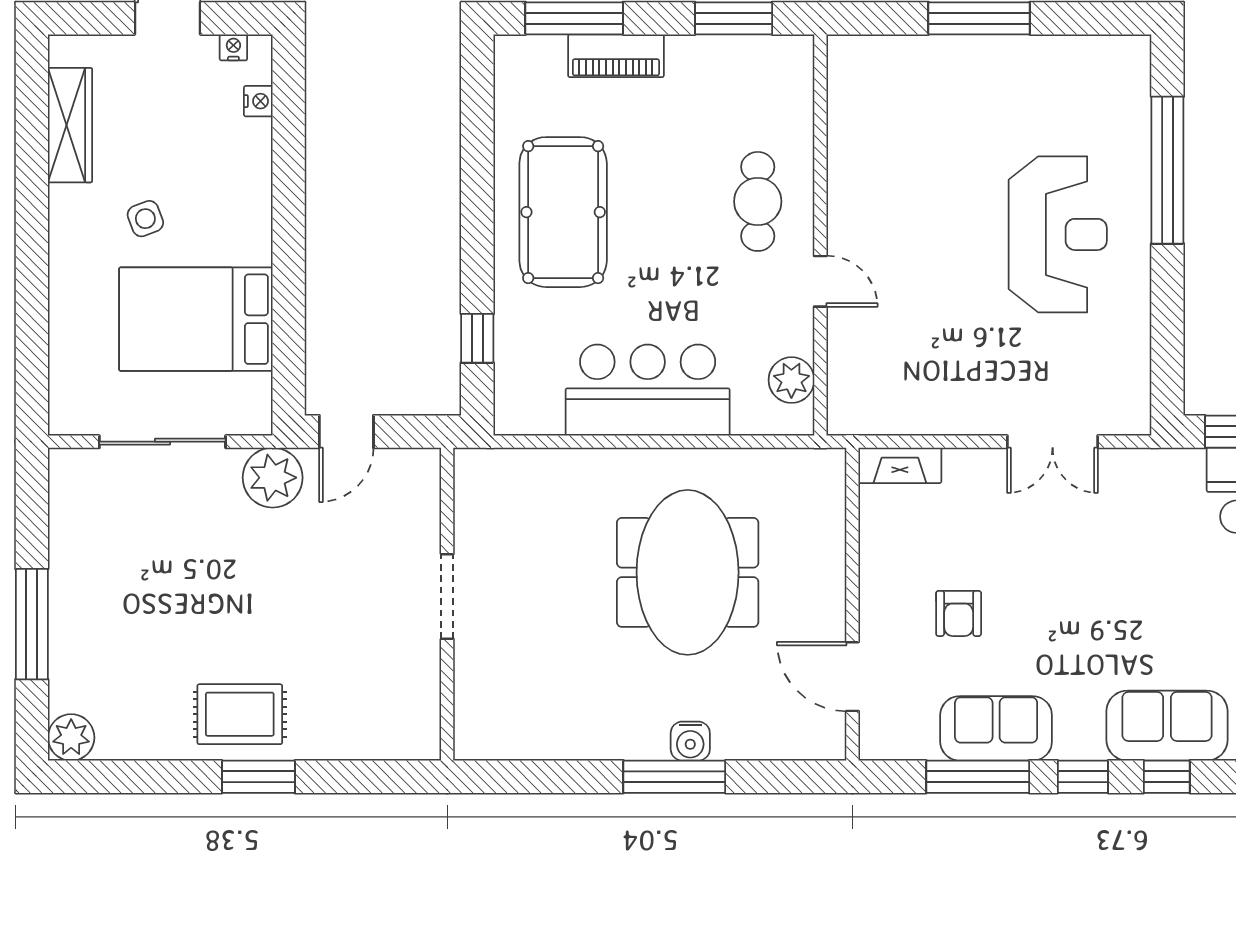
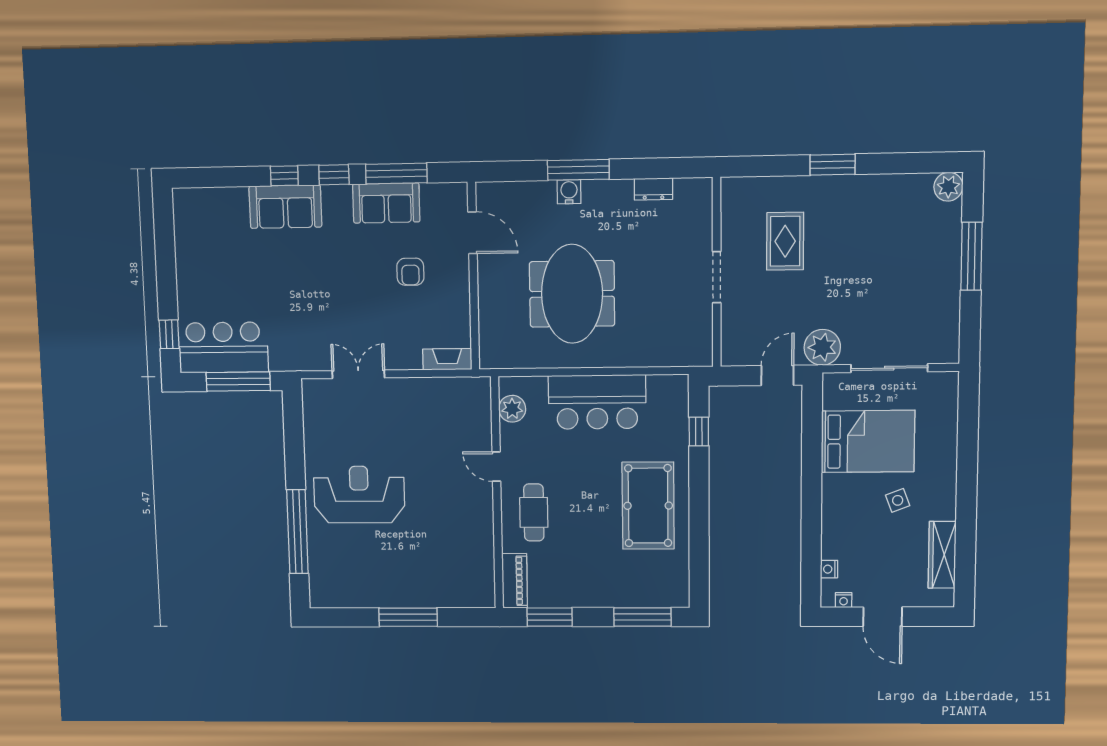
piano: (616, 56) -> (515, 581), moved, turned 90
reception desk: (1058, 234) -> (359, 495), turned 90
armchair: (959, 613) -> (410, 272), turned 180
rug: (240, 714) -> (785, 241), moved, turned 90
dresser: (551, 743) -> (653, 189), added

